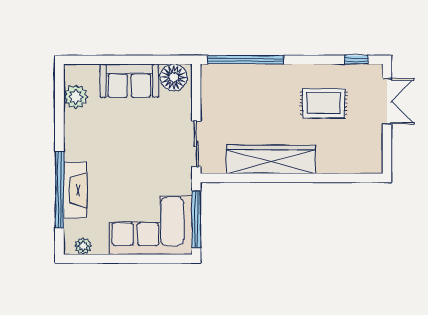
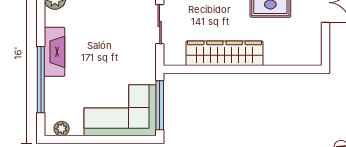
sliding door: (196, 144) -> (160, 24), moved
fireplace: (75, 190) -> (55, 52), moved

